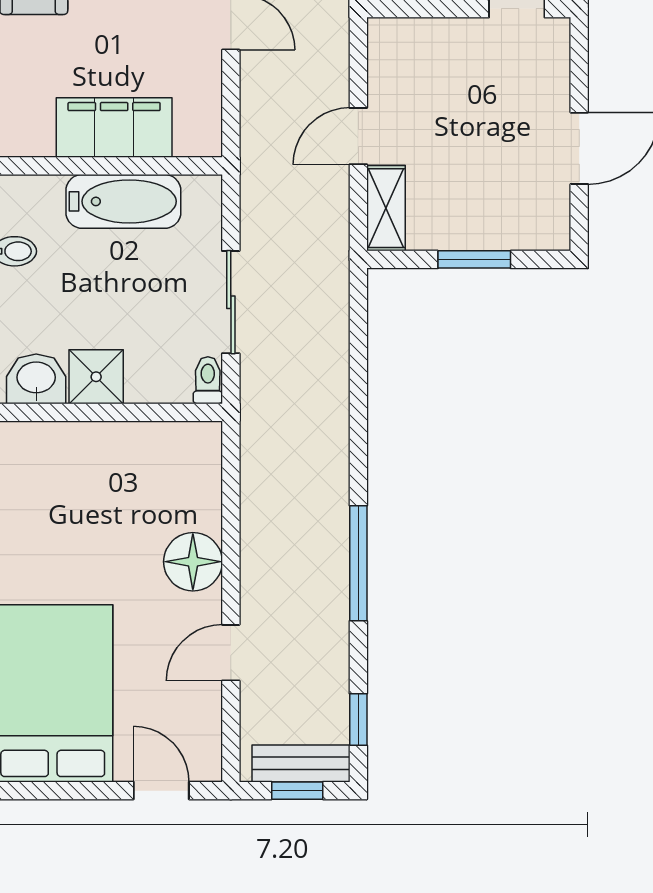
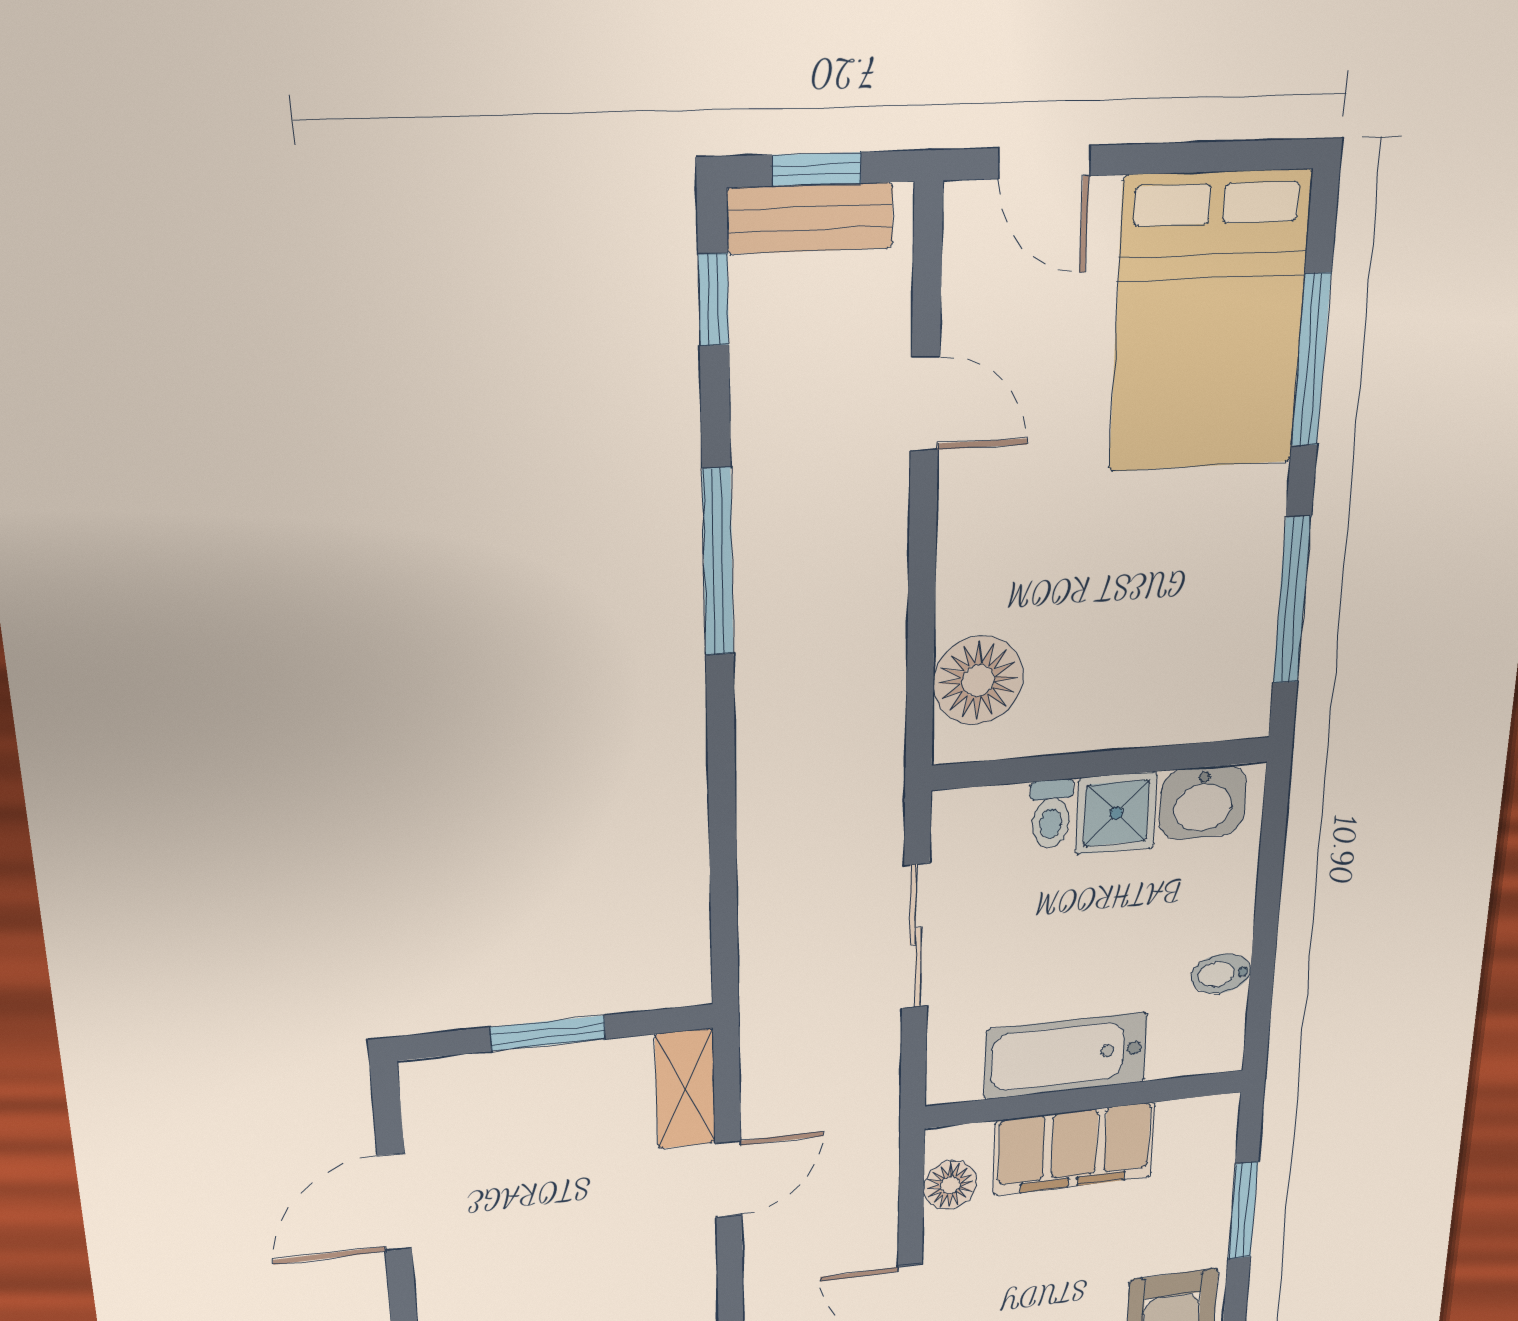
floor lamp: (203, 111) -> (950, 1185), added
toilet: (208, 380) -> (1051, 814), moved
floor lamp: (193, 562) -> (978, 680), moved
door: (231, 653) -> (925, 404), hinge flipped

